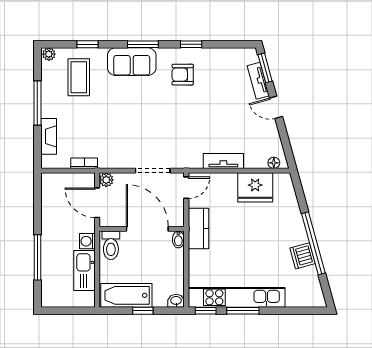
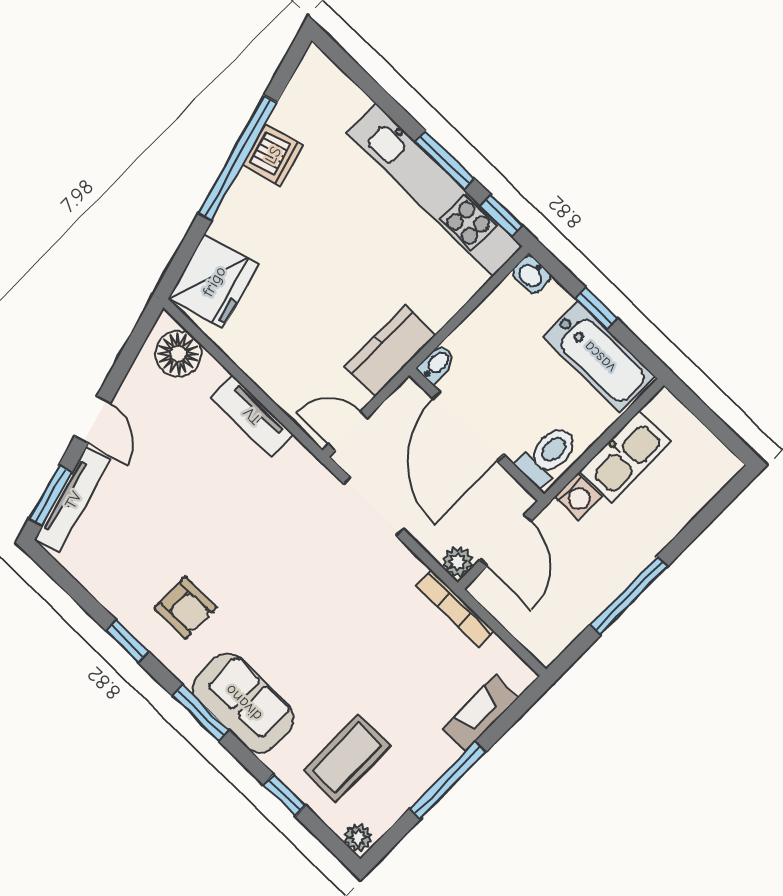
tv unit: (258, 81) -> (73, 500), width x1.41
bookcase: (84, 163) -> (455, 609), width x1.56
floor lamp: (274, 163) -> (178, 354), width x1.89, depth x1.89
fridge: (255, 187) -> (214, 281), moved, turned 75
window: (37, 257) -> (629, 596), moved

